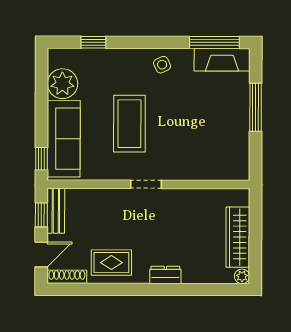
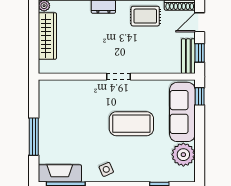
coffee table: (129, 124) -> (131, 124), turned 90

